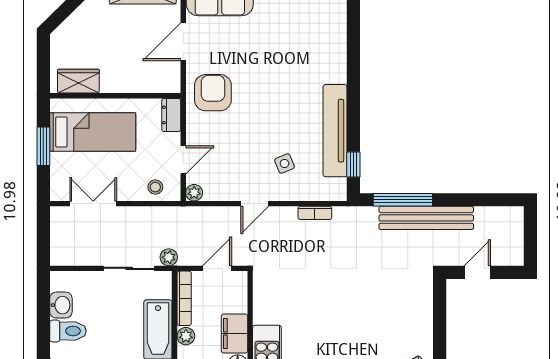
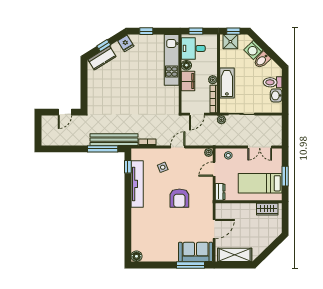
armchair: (213, 93) -> (179, 198), moved
bench: (426, 218) -> (114, 140), moved

